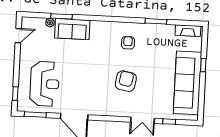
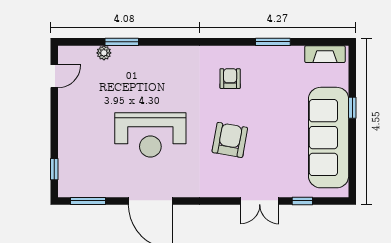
sofa: (72, 29) -> (140, 61), removed
reception desk: (45, 84) -> (150, 135), moved, turned 90

